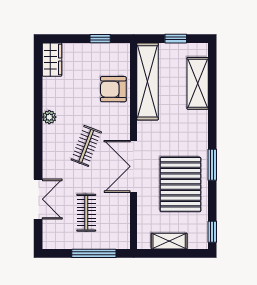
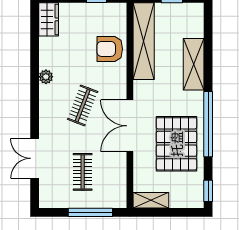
shelving: (198, 83) -> (194, 64), moved
window: (212, 165) -> (208, 124), width x2.11
double door: (38, 199) -> (35, 158), swing flipped
shelving: (169, 241) -> (151, 200), moved

